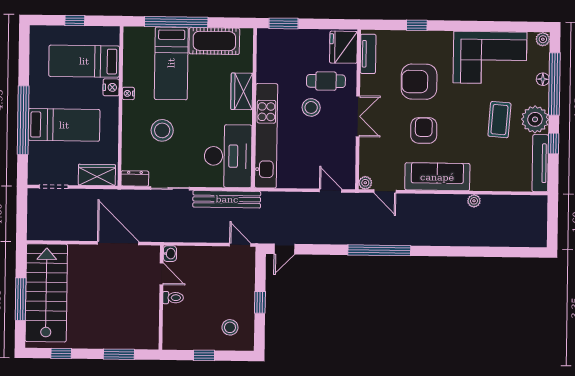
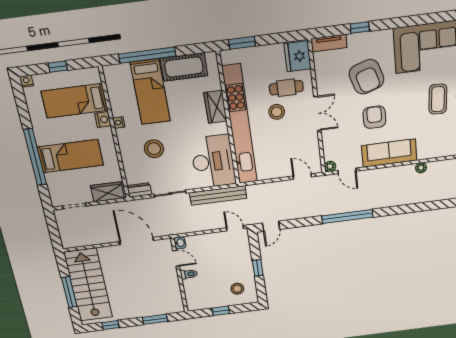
nightstand: (36, 31) -> (26, 81), added
tv unit: (368, 54) -> (329, 43), moved, turned 90
armchair: (419, 82) -> (367, 77), turned -108
kitchen unit: (266, 136) -> (240, 125), width x1.36

